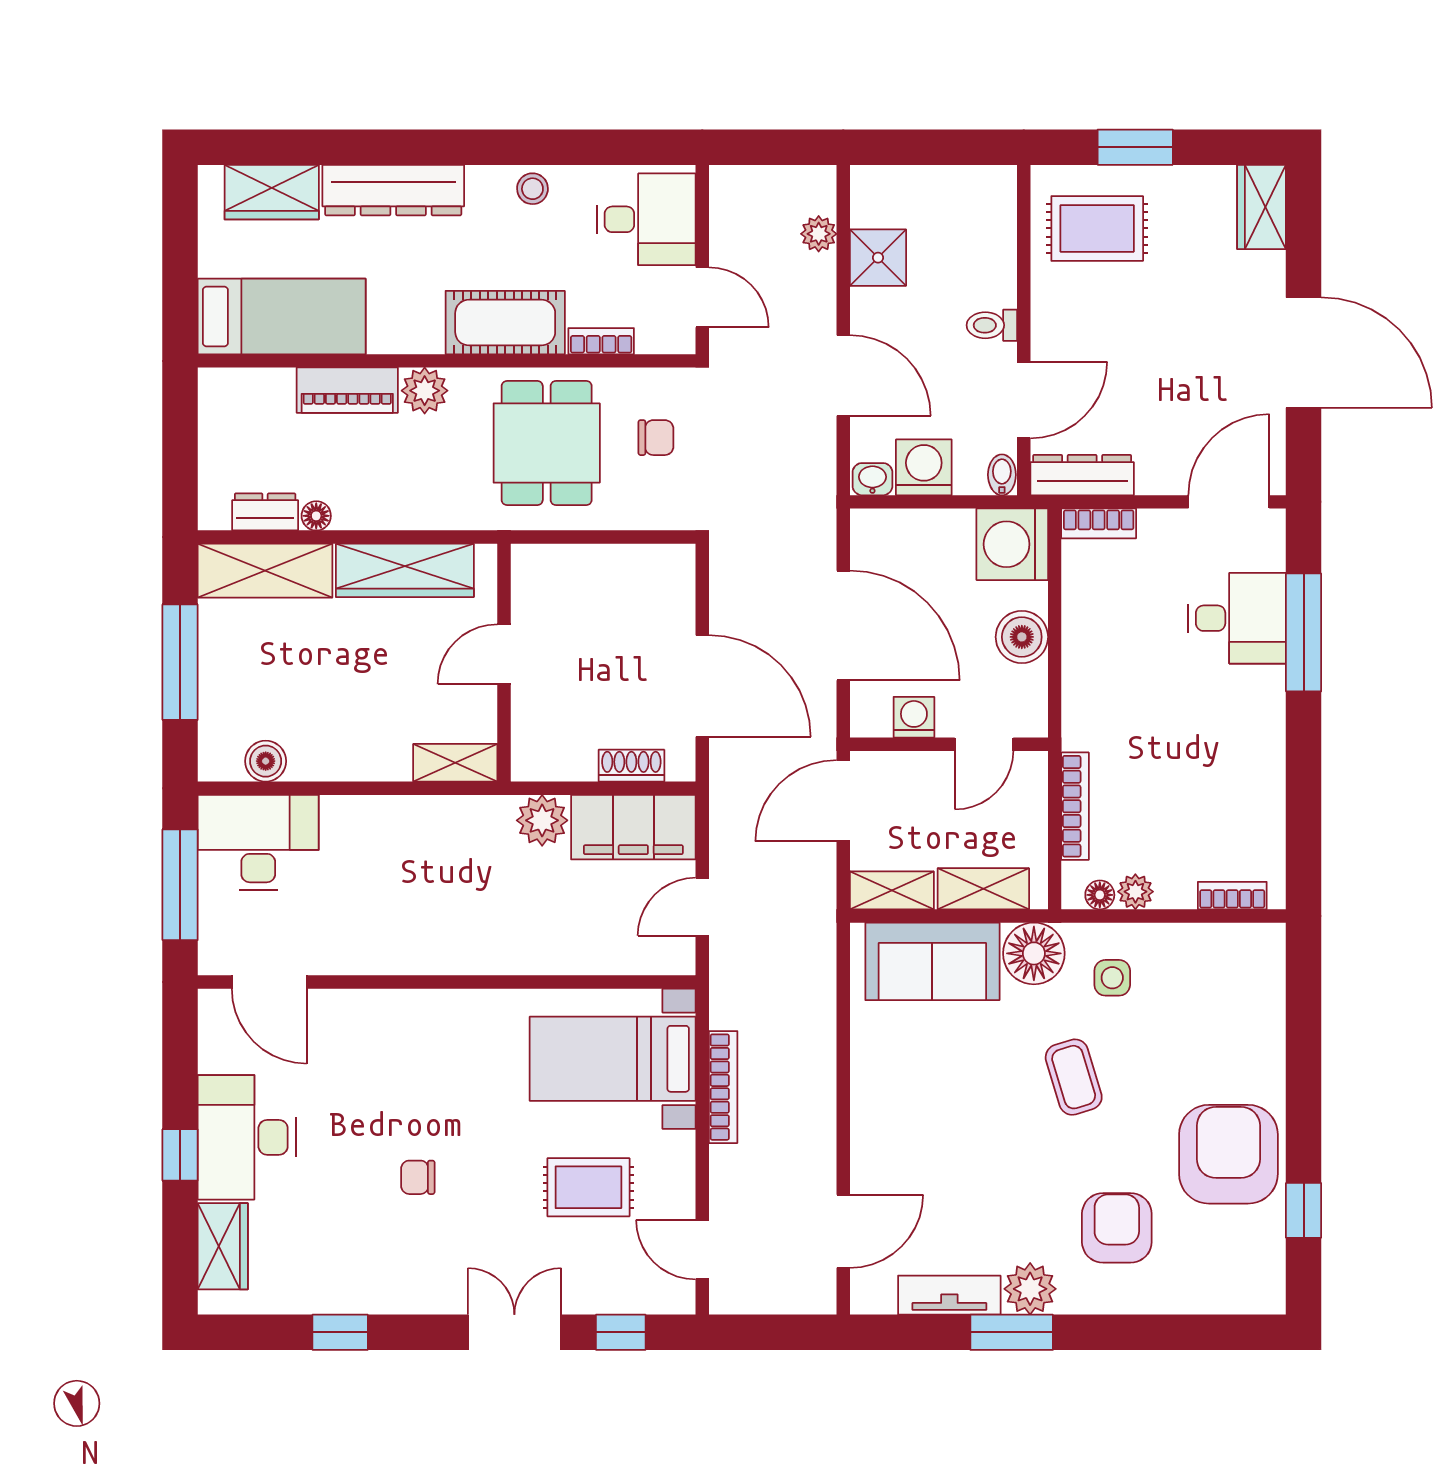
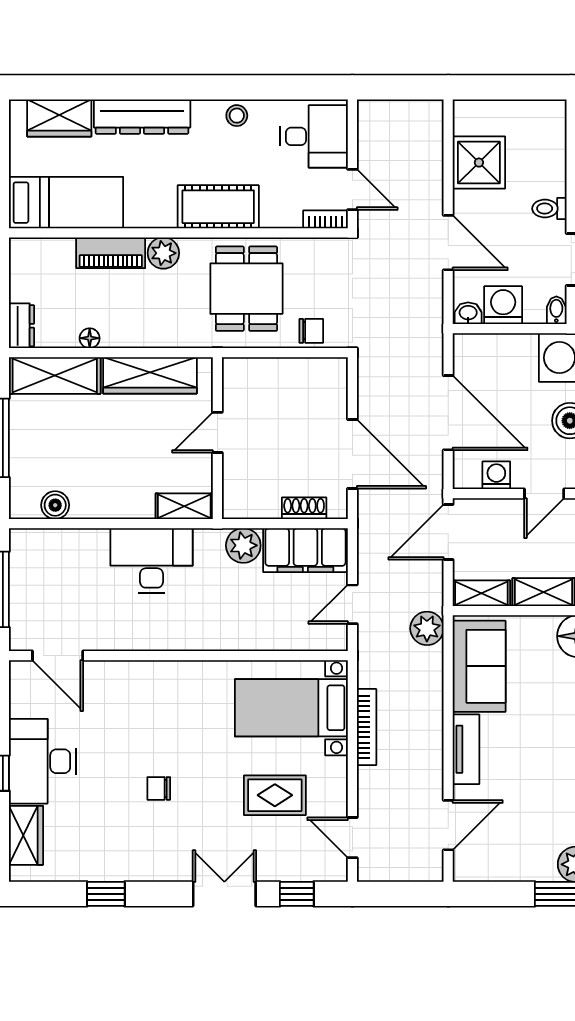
plant: (819, 234) -> (427, 628), moved, width x1.38, depth x1.38
shower: (878, 258) -> (479, 163), width x1.36, depth x1.36
bookcase: (601, 341) -> (325, 219), moved
chair: (656, 438) -> (311, 331), moved
dresser: (265, 512) -> (22, 326), moved, turned 90
desk: (258, 842) -> (151, 560), moved
sofa: (932, 961) -> (479, 666), moved, turned -90
tv unit: (949, 1295) -> (466, 749), moved, turned 90

